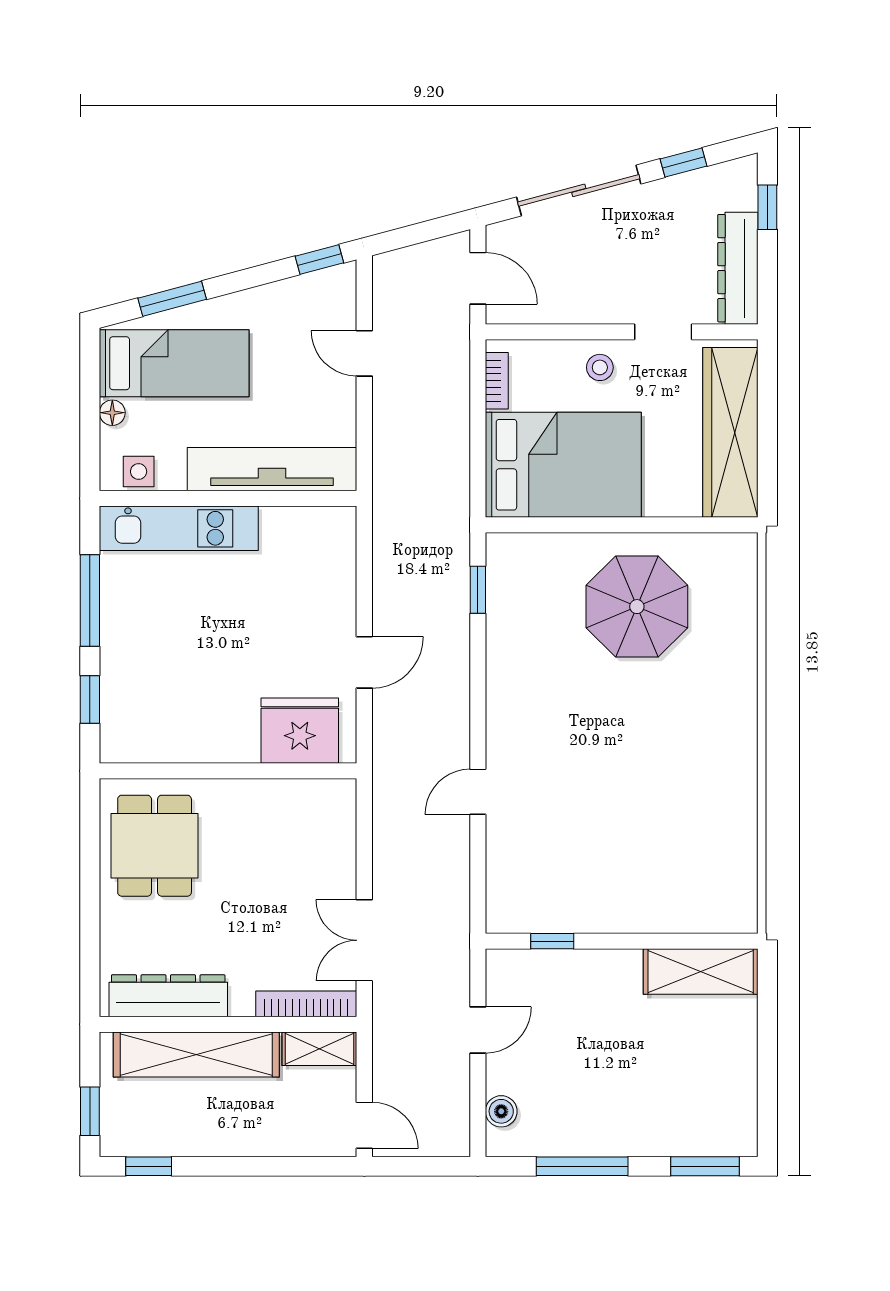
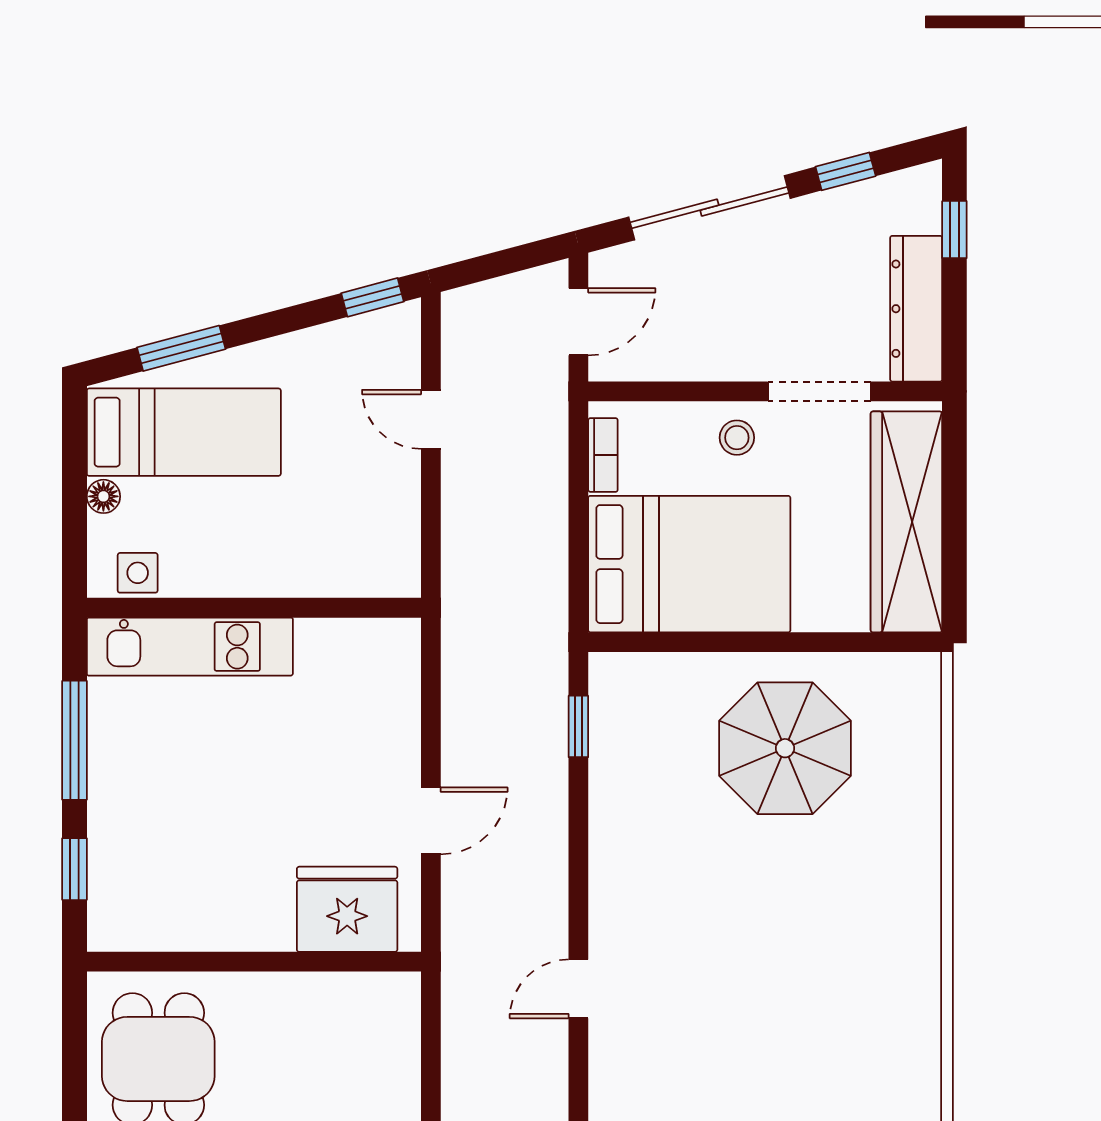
door: (478, 278) -> (578, 322), hinge flipped
doorway: (663, 332) -> (819, 391), width x1.38
tv unit: (272, 469) -> (311, 570), removed

